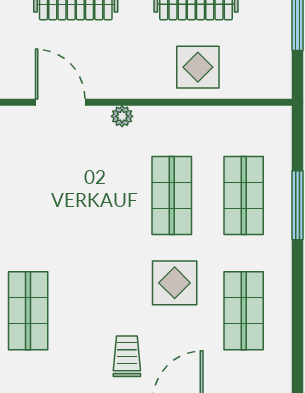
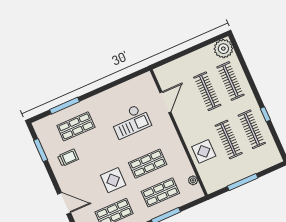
plant: (122, 116) -> (193, 180), moved
checkout: (67, 192) -> (130, 121), added
trolley: (127, 356) -> (68, 158), moved

